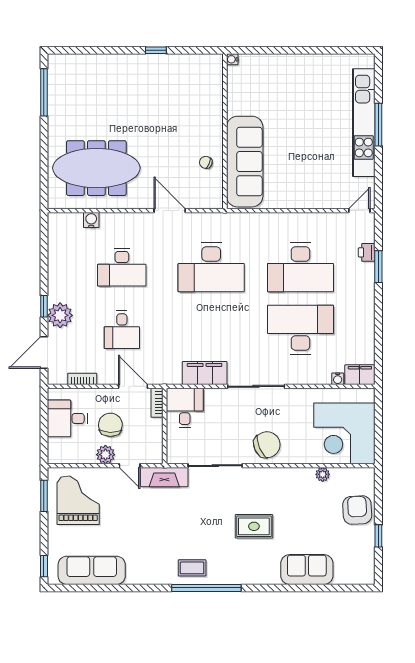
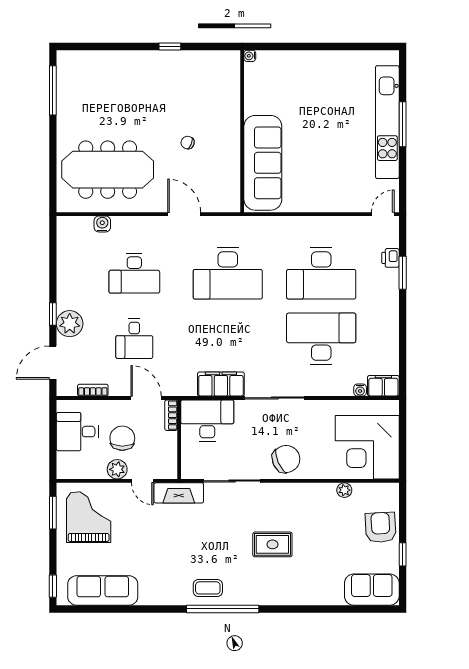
chair: (206, 162) -> (188, 143), moved
desk: (185, 408) -> (207, 421), width x1.37
sofa: (307, 569) -> (372, 590), moved

